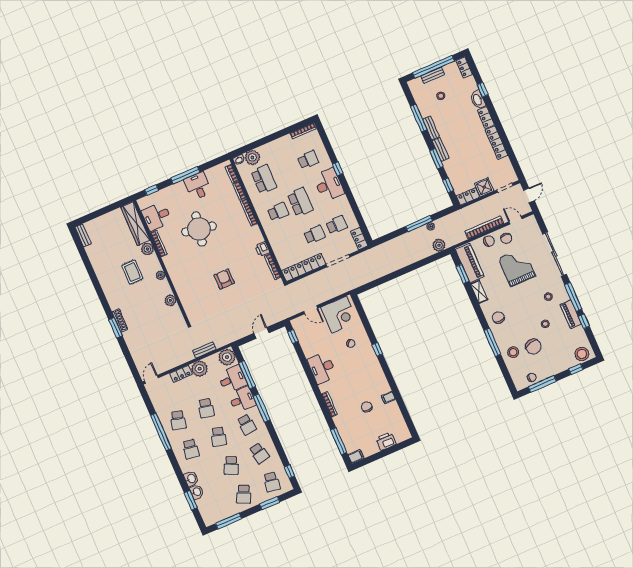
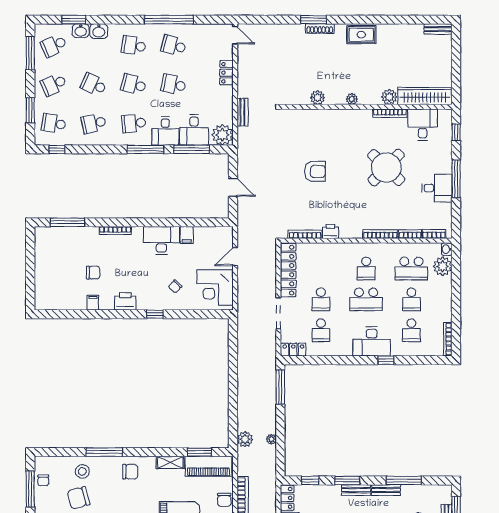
school desk: (286, 169) -> (411, 299), added
window: (419, 224) -> (280, 387), moved
round table: (199, 229) -> (386, 168), turned 33
rug: (132, 272) -> (361, 35), moved
window: (293, 337) -> (213, 222), removed
plant: (200, 369) -> (223, 97), removed
printer: (386, 441) -> (125, 301), moved, turned -90
filing cabinet: (356, 456) -> (187, 235), moved
school desk: (244, 494) -> (54, 84), turned -48
school desk: (216, 506) -> (54, 46), added

